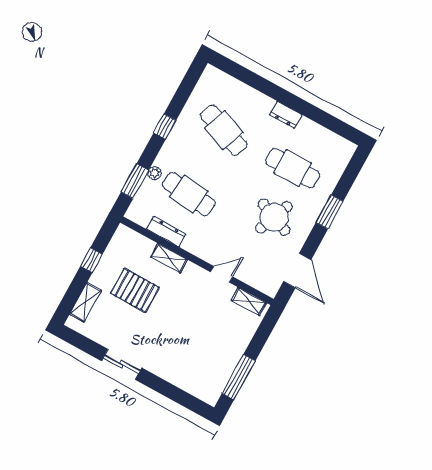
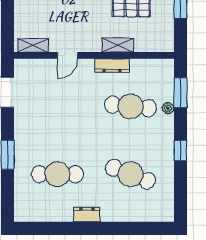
round table: (274, 217) -> (50, 126), removed
dresser: (166, 232) -> (112, 65), moved

